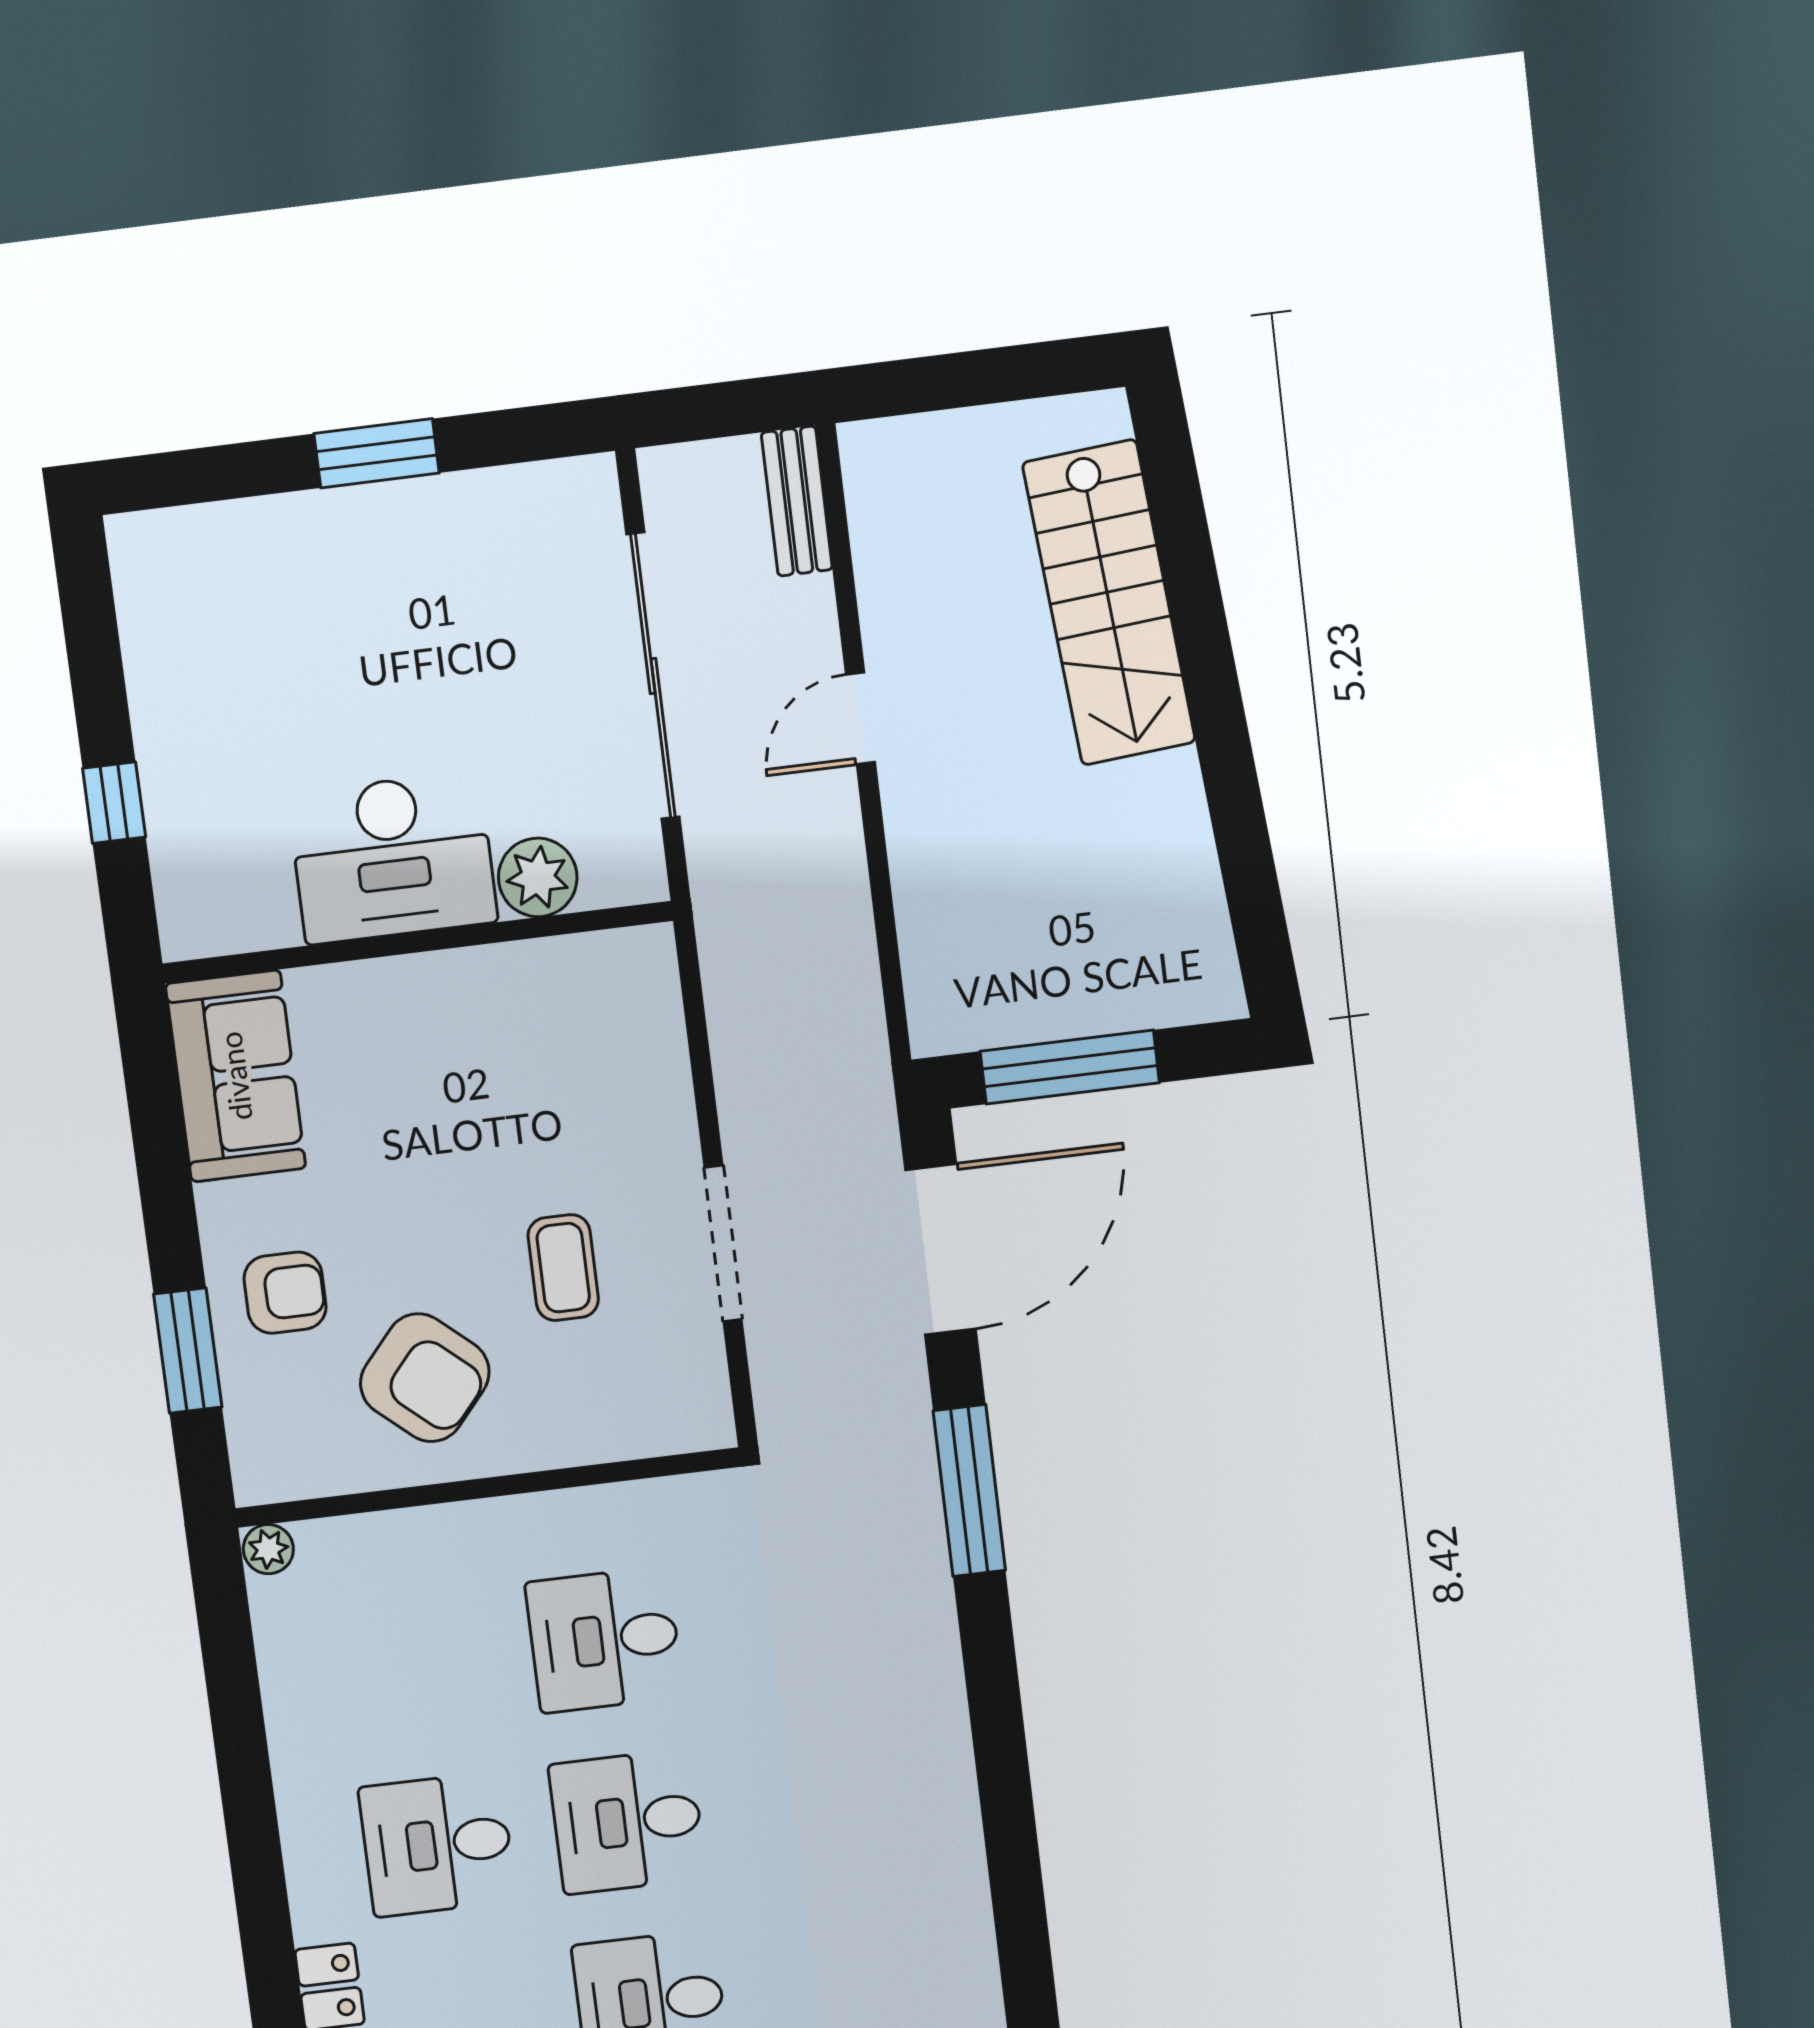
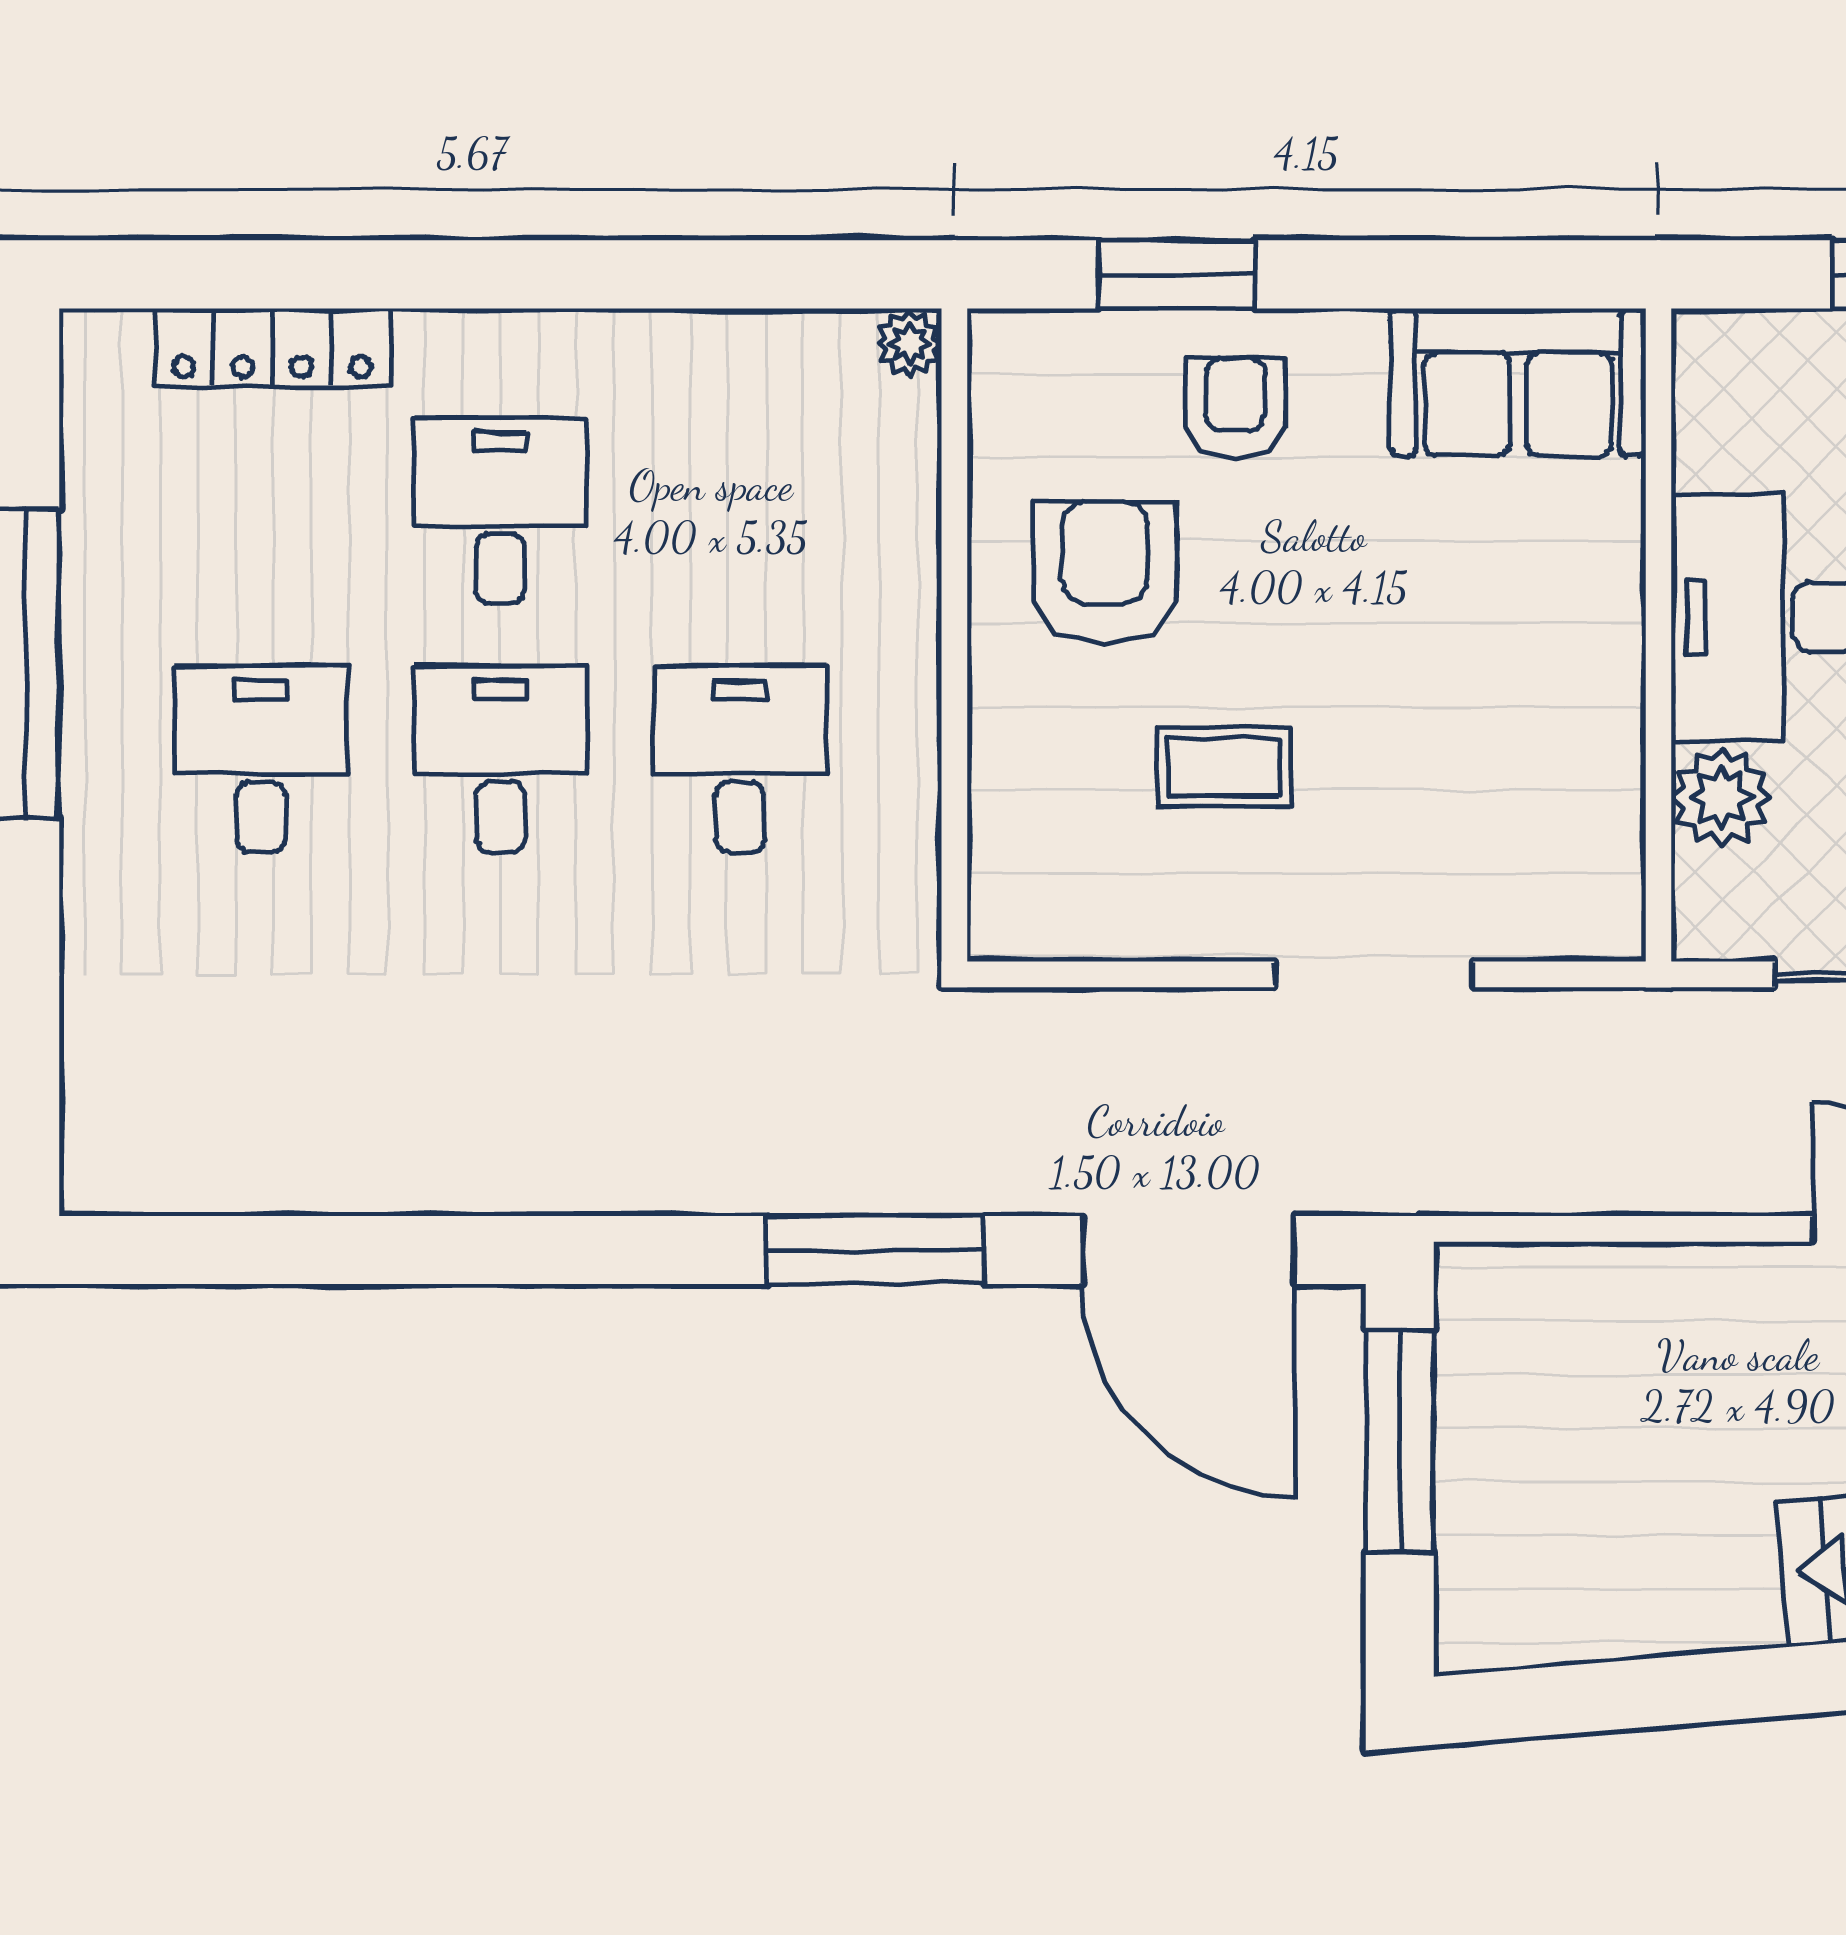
doorway: (723, 1243) -> (1374, 974), moved
armchair: (285, 1293) -> (1235, 408), turned 180
armchair: (425, 1378) -> (1105, 573), turned 139

